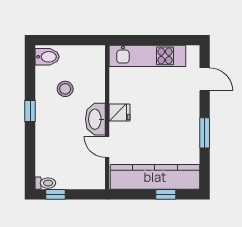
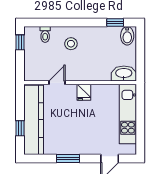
stool: (65, 89) -> (71, 44), moved
window: (30, 111) -> (115, 23), moved
washbasin: (95, 119) -> (124, 73), moved
toilet: (45, 183) -> (45, 34), moved

